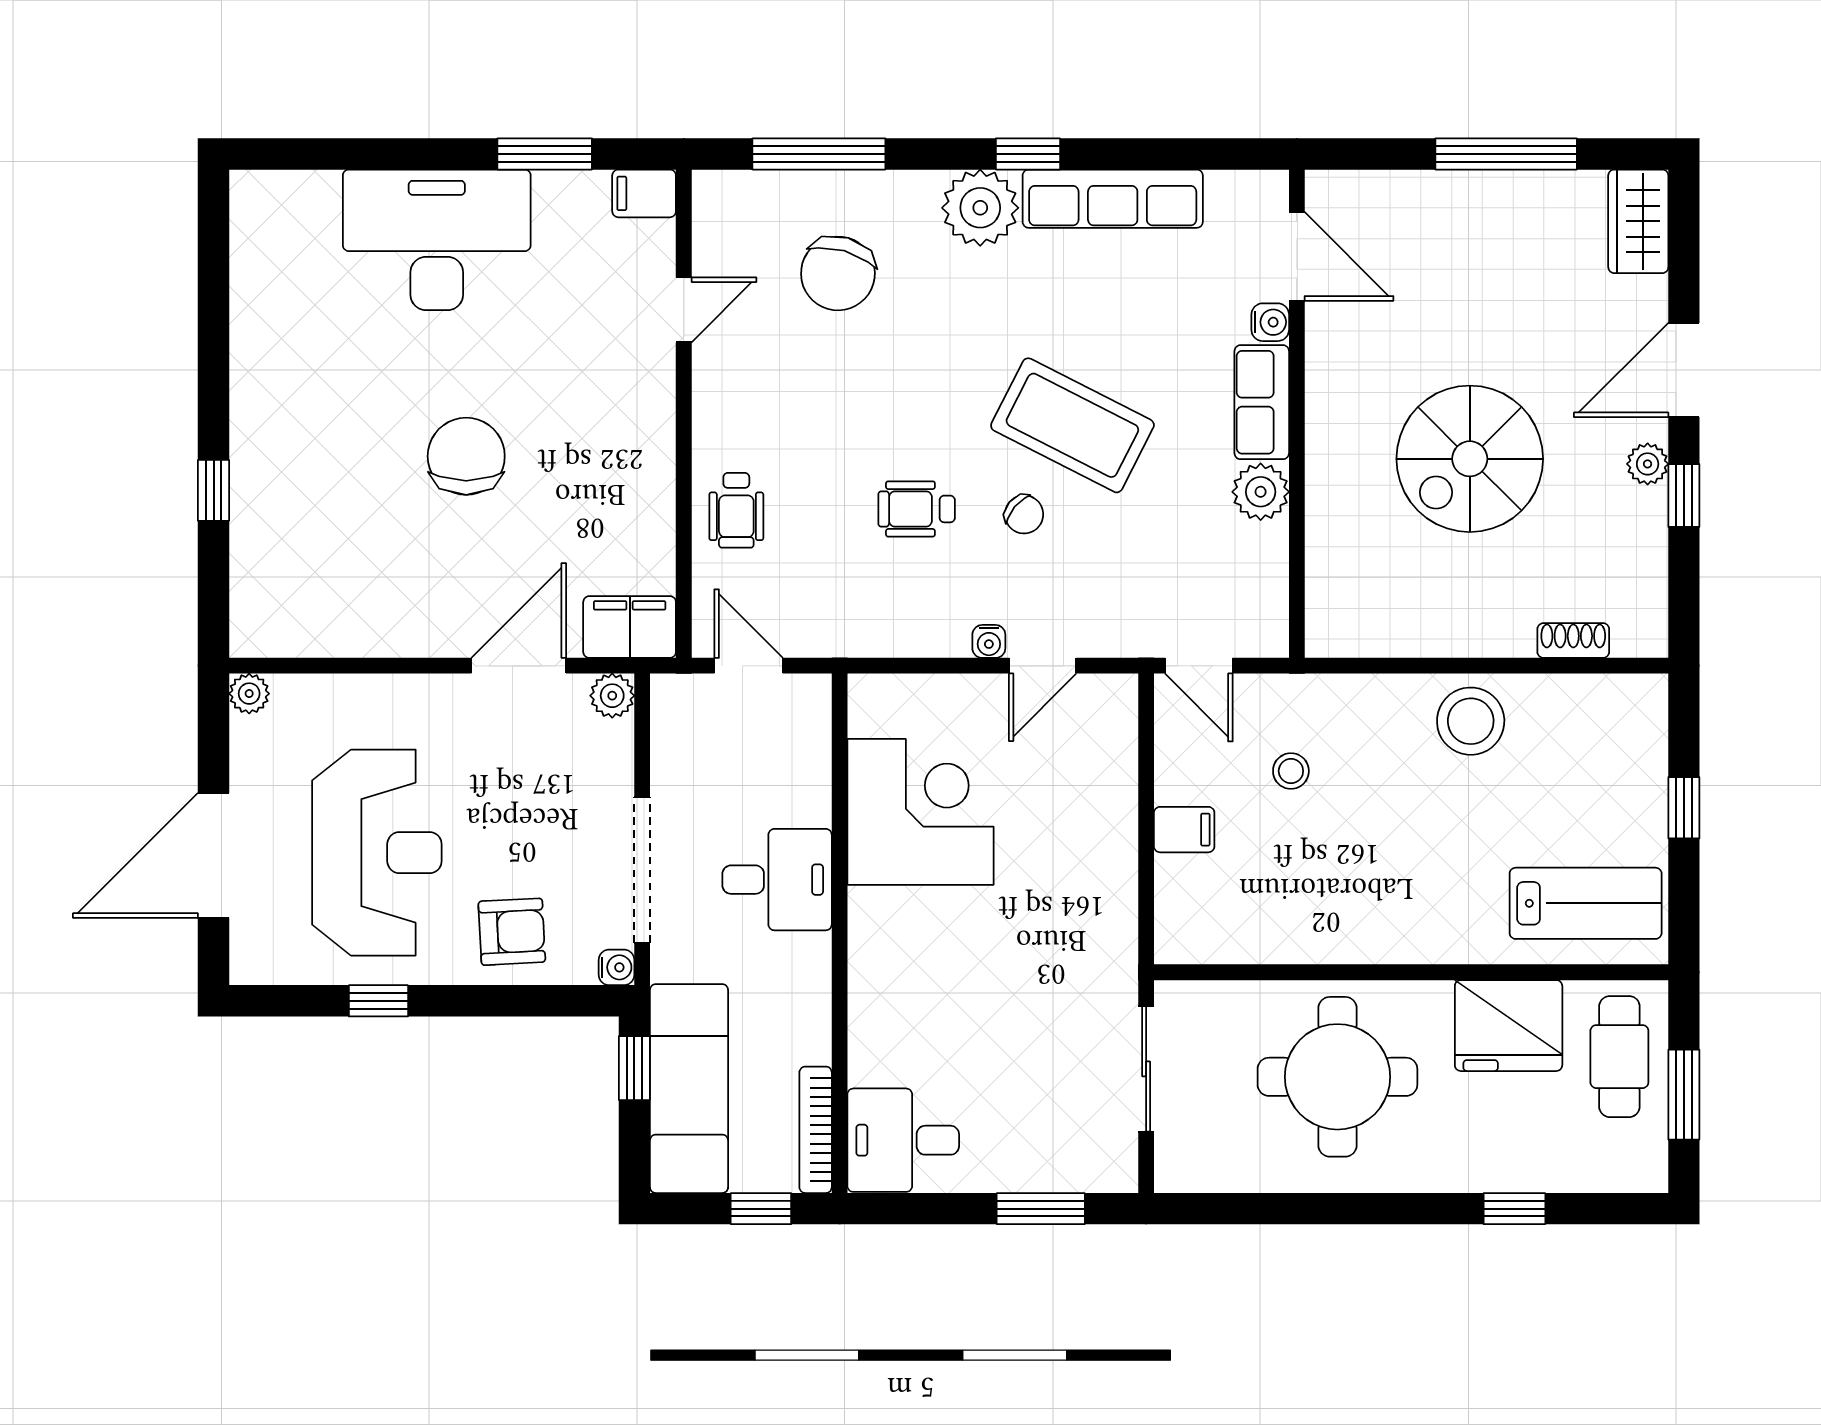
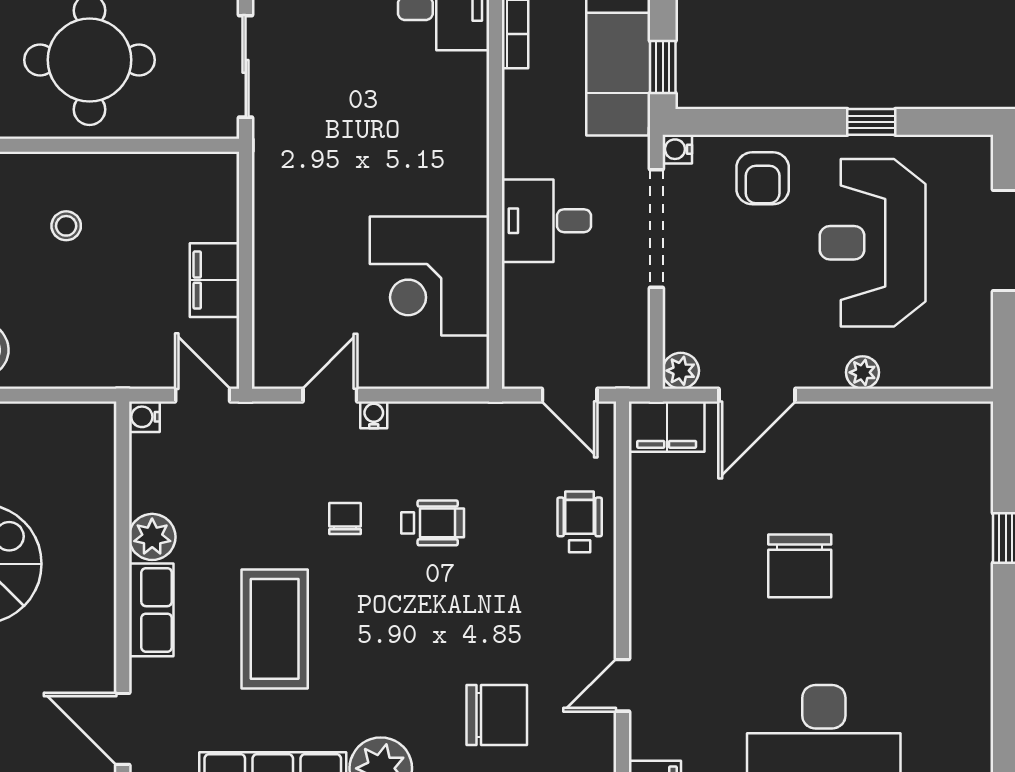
chair: (838, 273) -> (497, 715), turned 74
water cooler: (1270, 322) -> (144, 417), moved
coffee table: (1072, 425) -> (275, 629), moved, turned 63
chair: (1024, 514) -> (345, 518), turned 50
plant: (249, 694) -> (863, 372), moved
stool: (1291, 771) -> (66, 226), moved
filing cabinet: (1184, 830) -> (214, 280), width x2.00
armchair: (512, 932) -> (763, 178), turned -87

